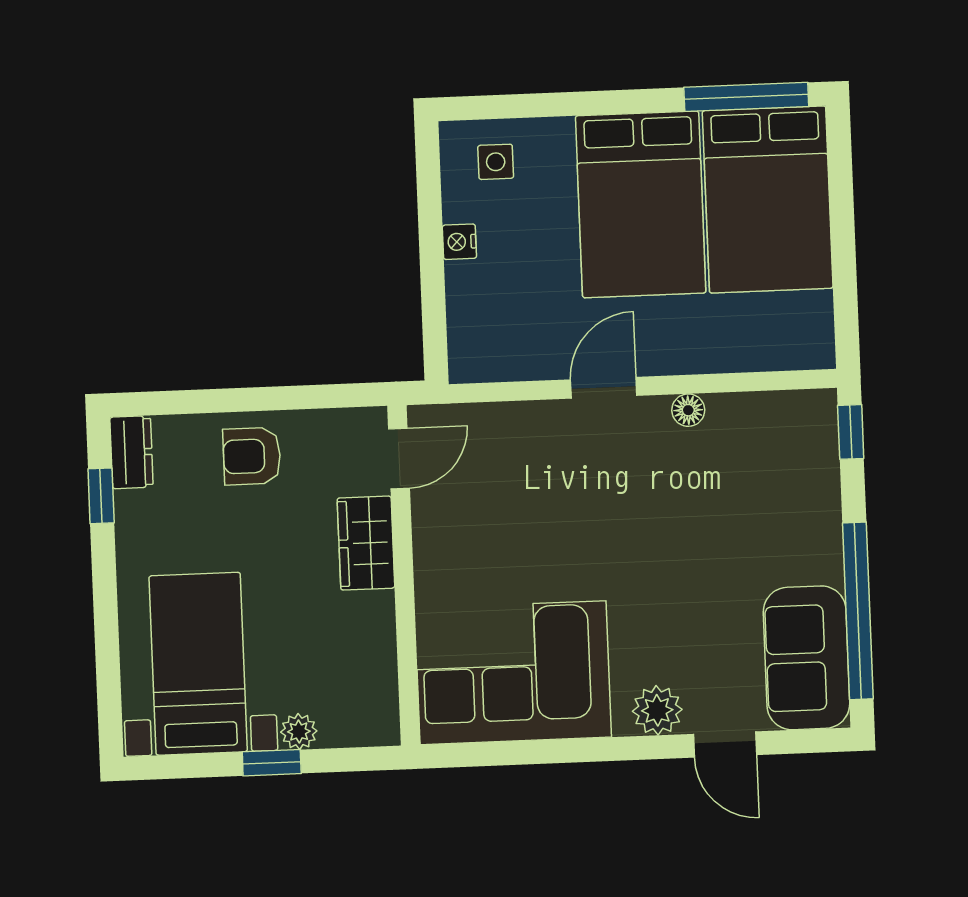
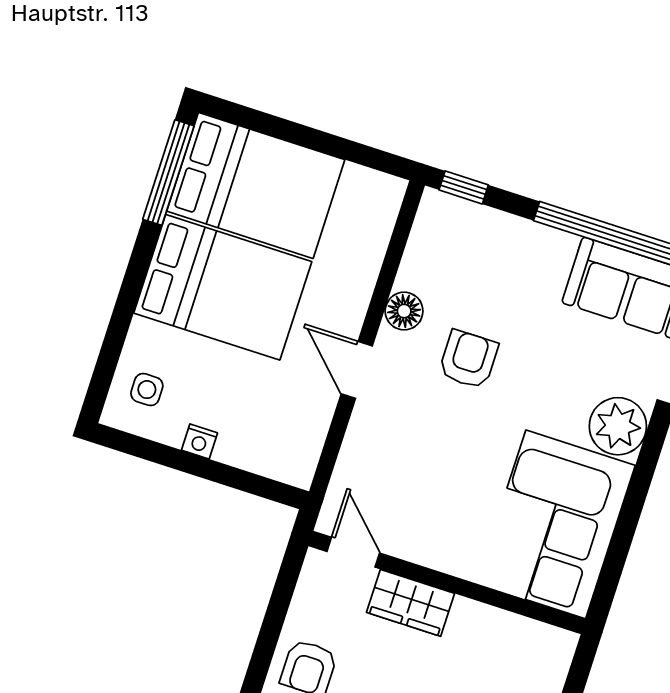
floor lamp: (688, 410) -> (404, 311), width x1.37, depth x1.37
armchair: (661, 508) -> (468, 359), added
plant: (657, 710) -> (618, 426), width x1.36, depth x1.36

